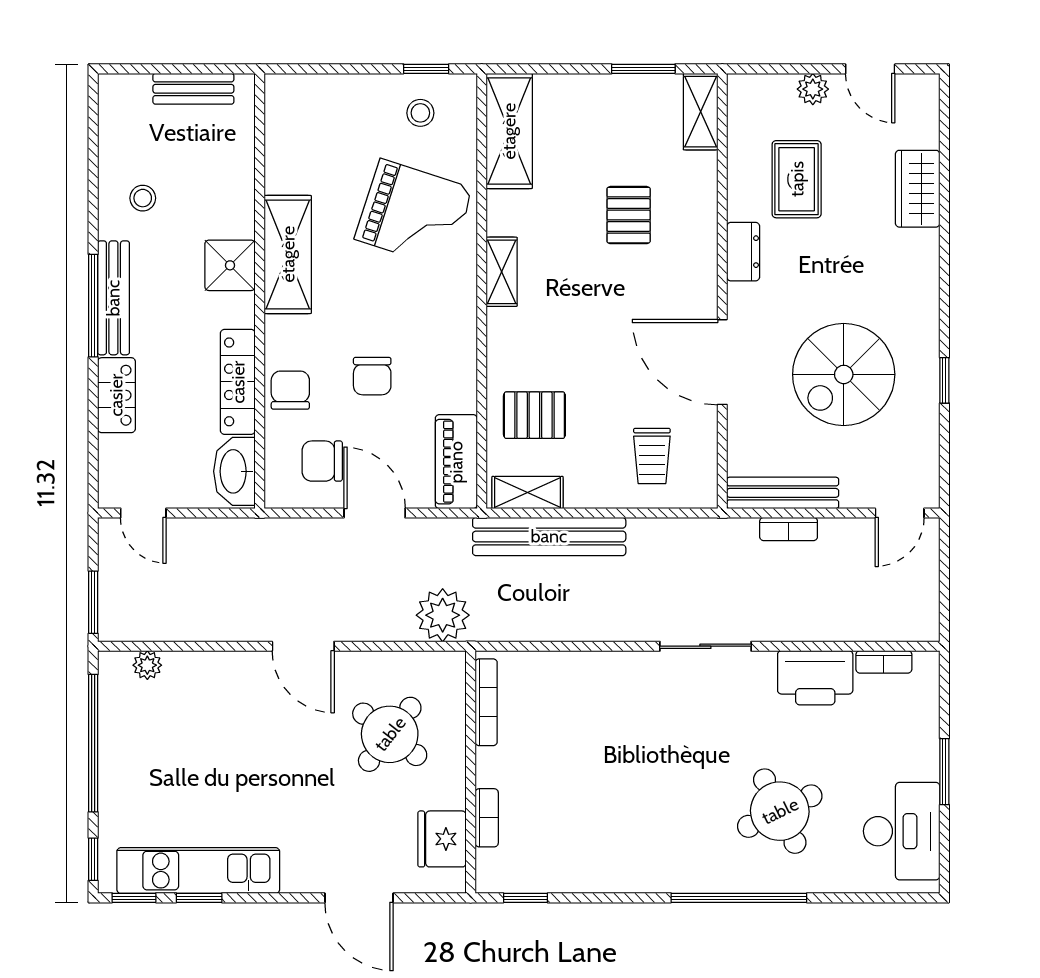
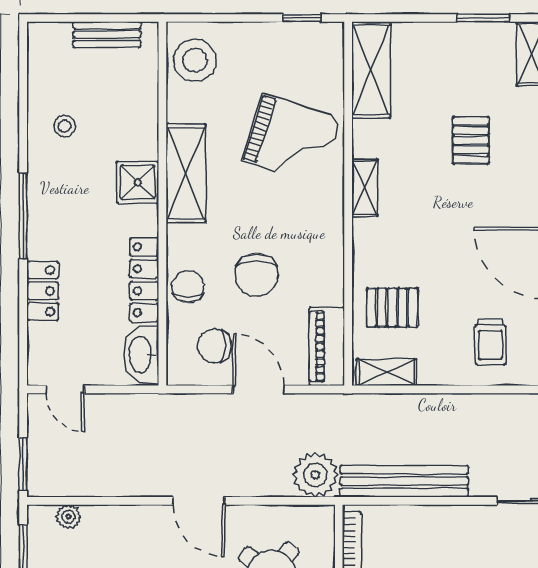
stool: (420, 113) -> (195, 60), moved, width x1.89, depth x1.89
bench: (113, 298) -> (40, 209), removed
chair: (372, 376) -> (256, 275), width x1.37, depth x1.37
bench: (549, 536) -> (404, 481), moved

